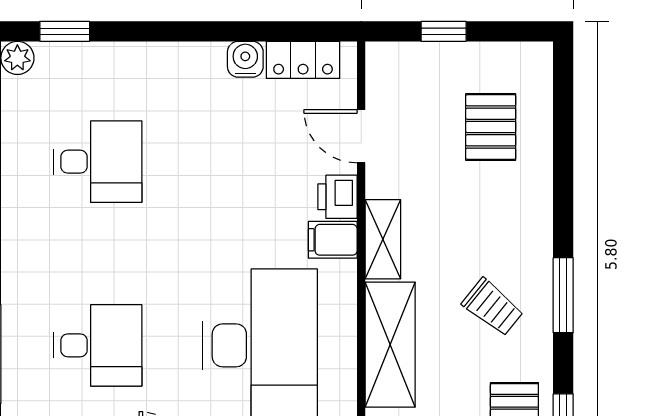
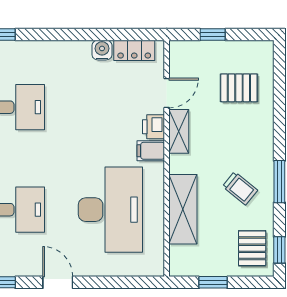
pallet: (491, 127) -> (239, 88), turned 90
door: (361, 136) -> (167, 93), swing flipped
shelving: (383, 239) -> (179, 131), moved

